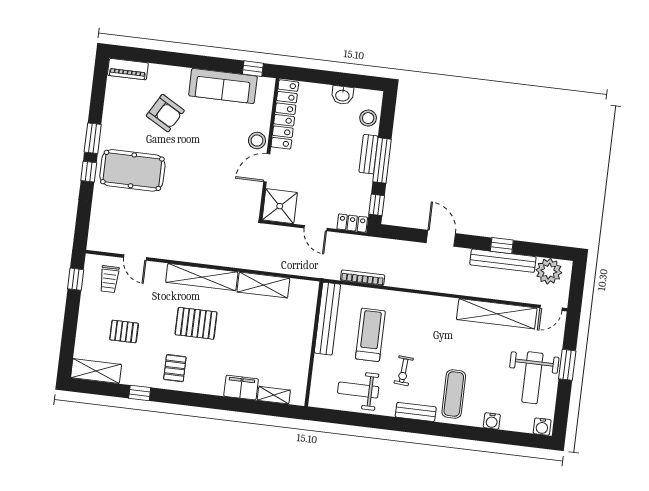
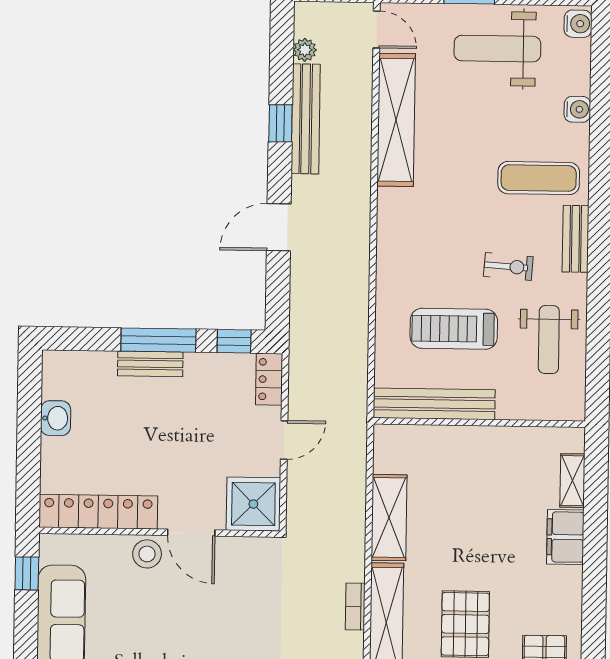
stool: (368, 118) -> (90, 371), removed
plant: (549, 271) -> (305, 50), width x0.53, depth x0.53
bookcase: (363, 278) -> (355, 606), moved, width x0.64
weight bench: (532, 378) -> (497, 49), turned 180

